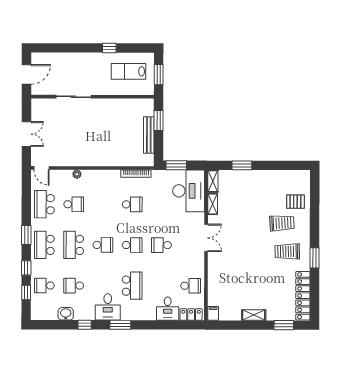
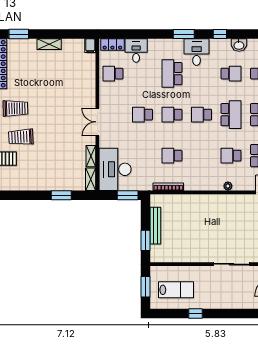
school desk: (161, 245) -> (142, 115), turned 180

